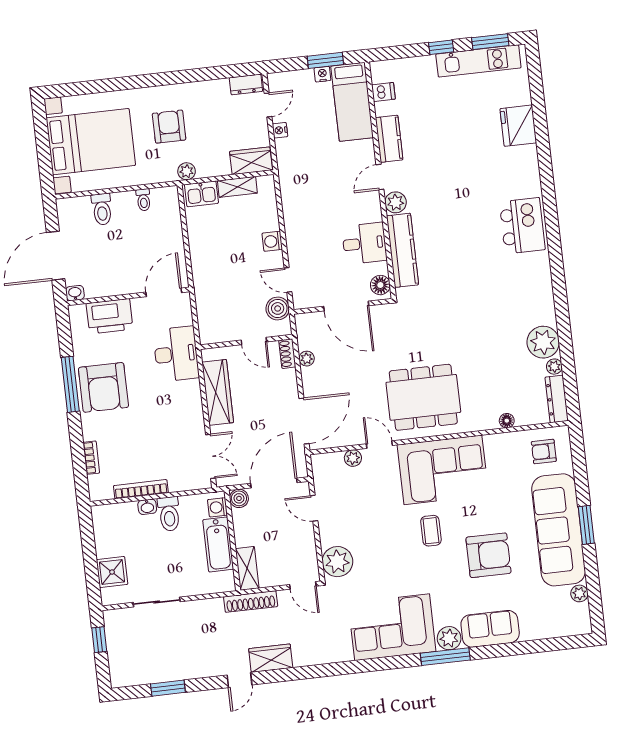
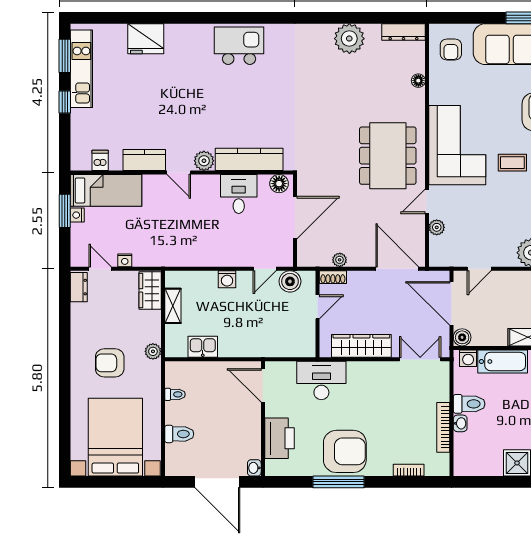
kitchen sink: (201, 194) -> (203, 347), moved, turned -90
plant: (554, 367) -> (373, 31), removed

